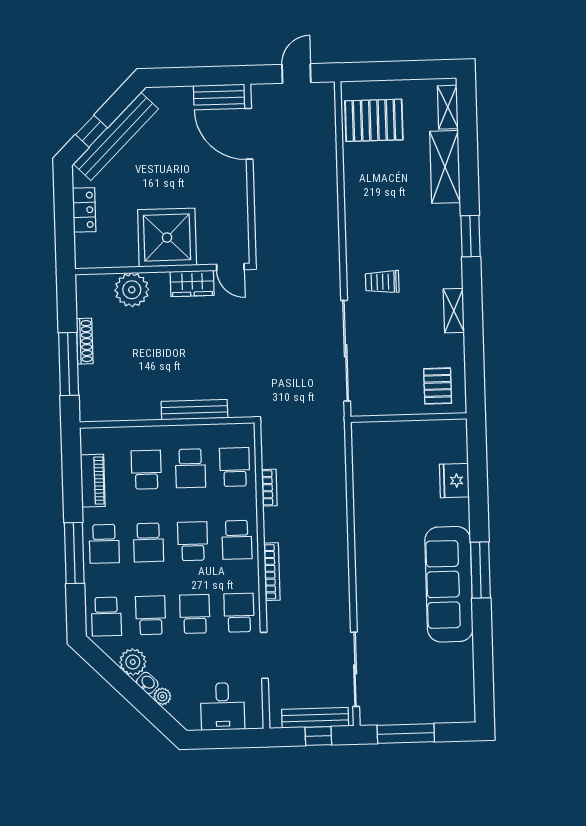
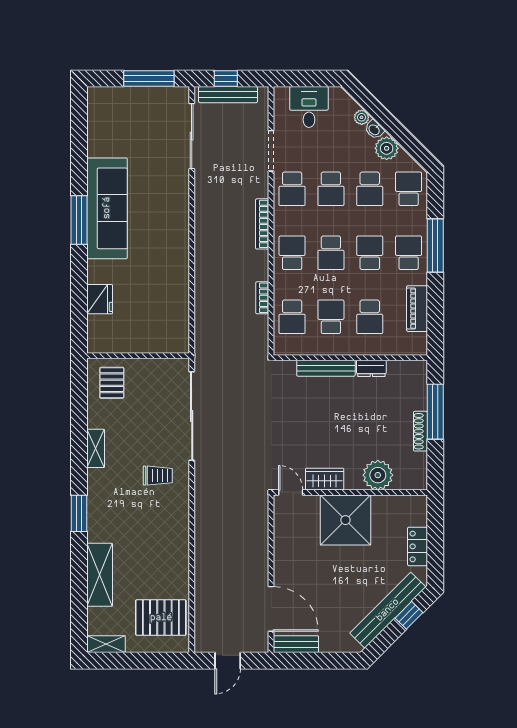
shelving: (448, 107) -> (106, 644), moved, turned 90
dresser: (143, 411) -> (371, 368), added

